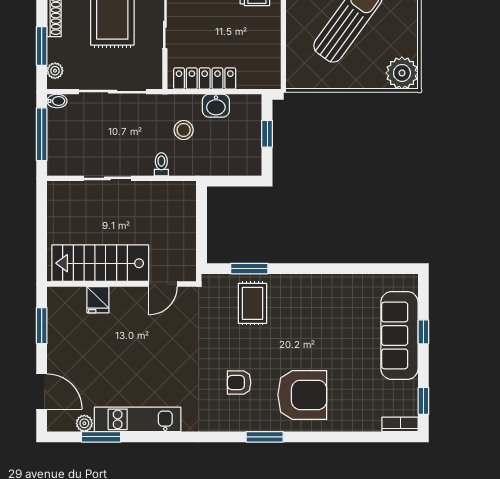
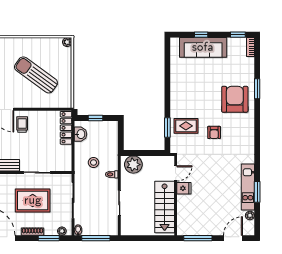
plant: (402, 73) -> (67, 42), width x0.53, depth x0.53
locker: (205, 79) -> (66, 128), moved
washbasin: (216, 106) -> (81, 134), moved
plant: (180, 205) -> (133, 165), added
door: (163, 284) -> (176, 173), hinge flipped
fridge: (98, 300) -> (184, 188), moved
window: (42, 326) -> (198, 238), width x1.44
armchair: (239, 383) -> (214, 132), moved
window: (101, 437) -> (257, 192), moved
window: (265, 437) -> (257, 89), moved

